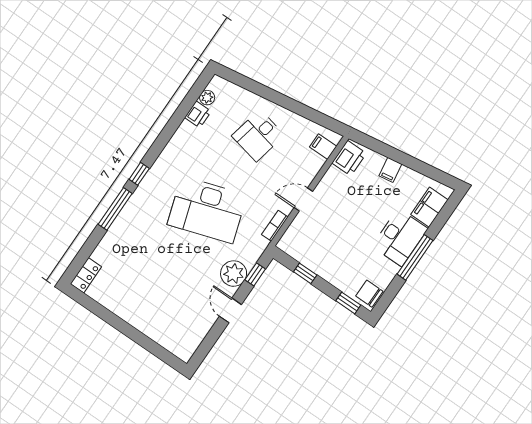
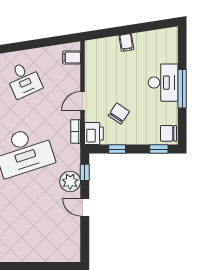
desk: (258, 136) -> (24, 80), turned -36
printer: (349, 158) -> (94, 134), moved
filing cabinet: (429, 207) -> (169, 49), removed
chair: (332, 238) -> (119, 114), added

